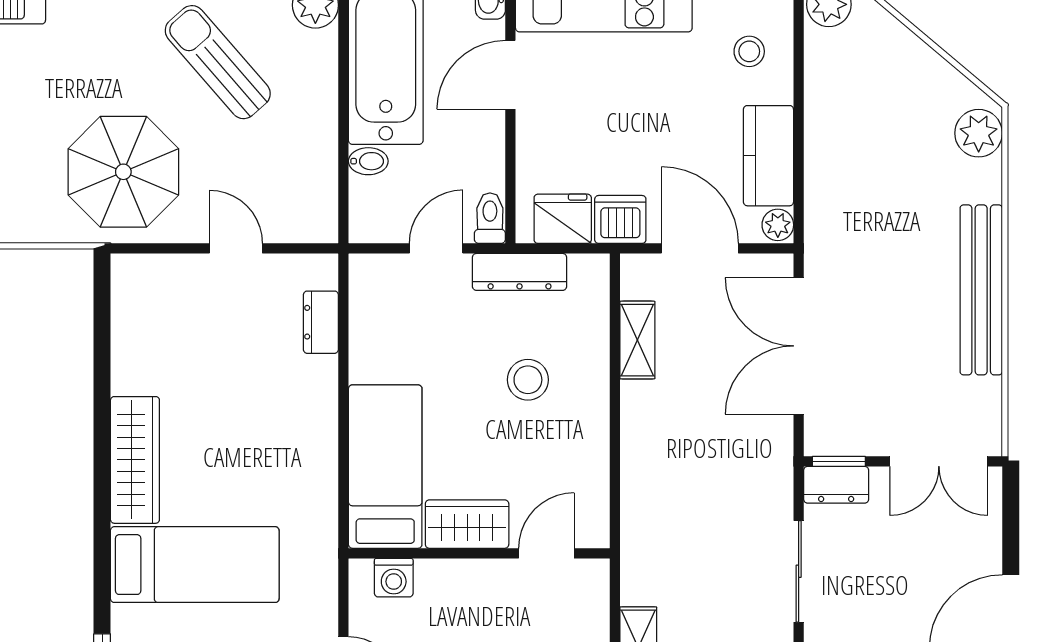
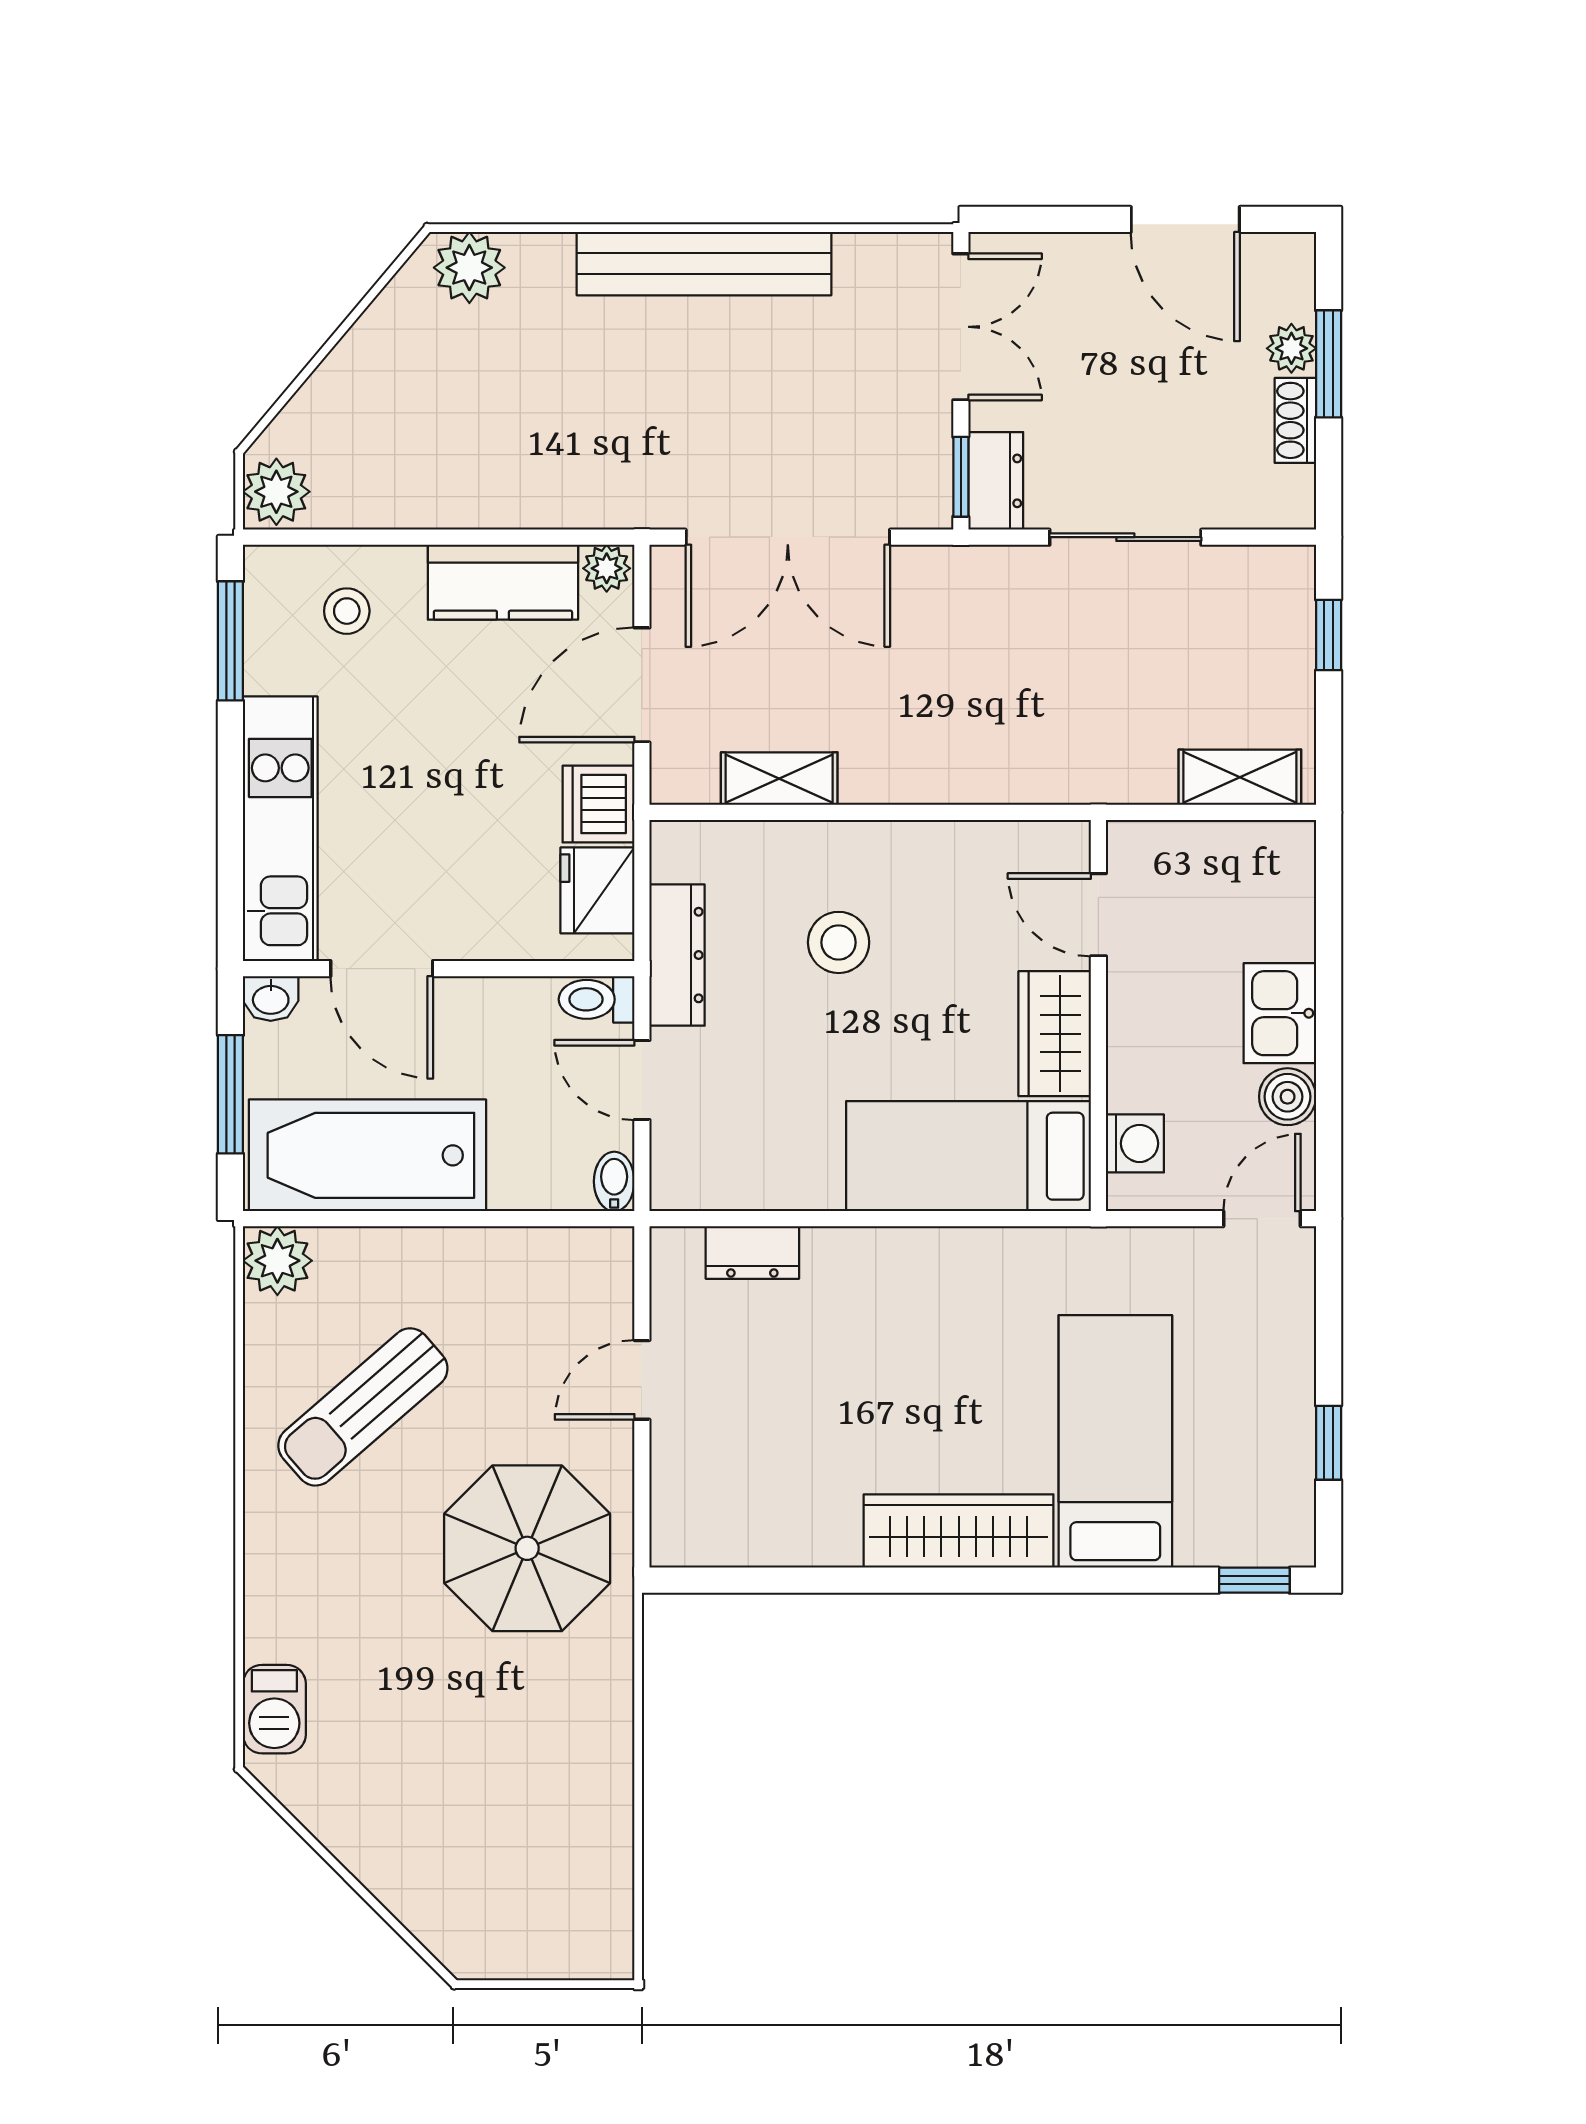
bidet: (368, 161) -> (614, 1181), moved

